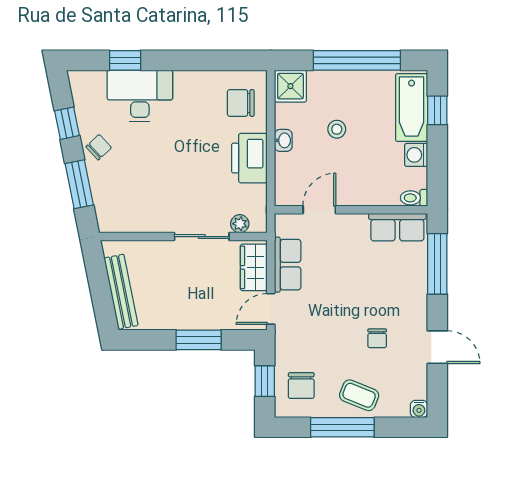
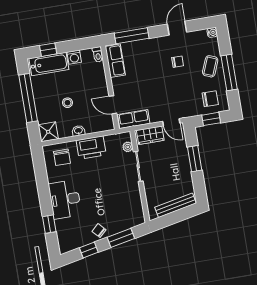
desk: (140, 96) -> (65, 199), moved
row of seats: (288, 265) -> (134, 119), moved

